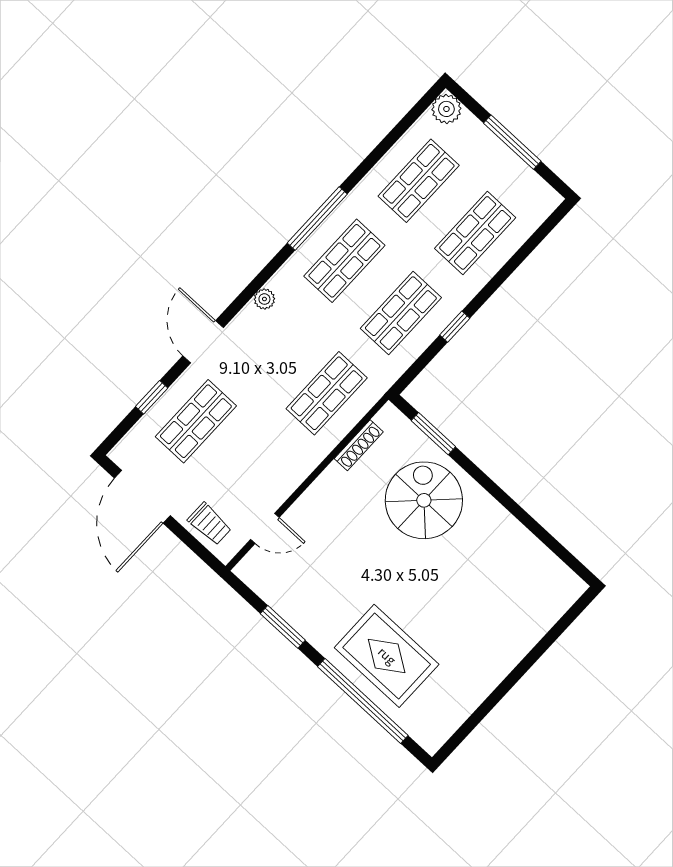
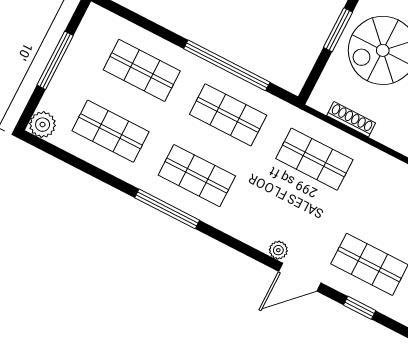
plant: (264, 299) -> (278, 250), moved
window: (455, 327) -> (227, 65), width x3.17
window: (433, 434) -> (338, 30), moved

